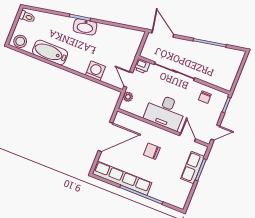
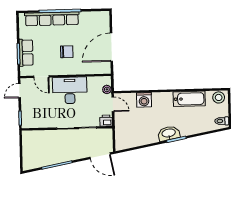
chair: (205, 97) -> (41, 117), removed
row of seats: (122, 178) -> (52, 19), moved

